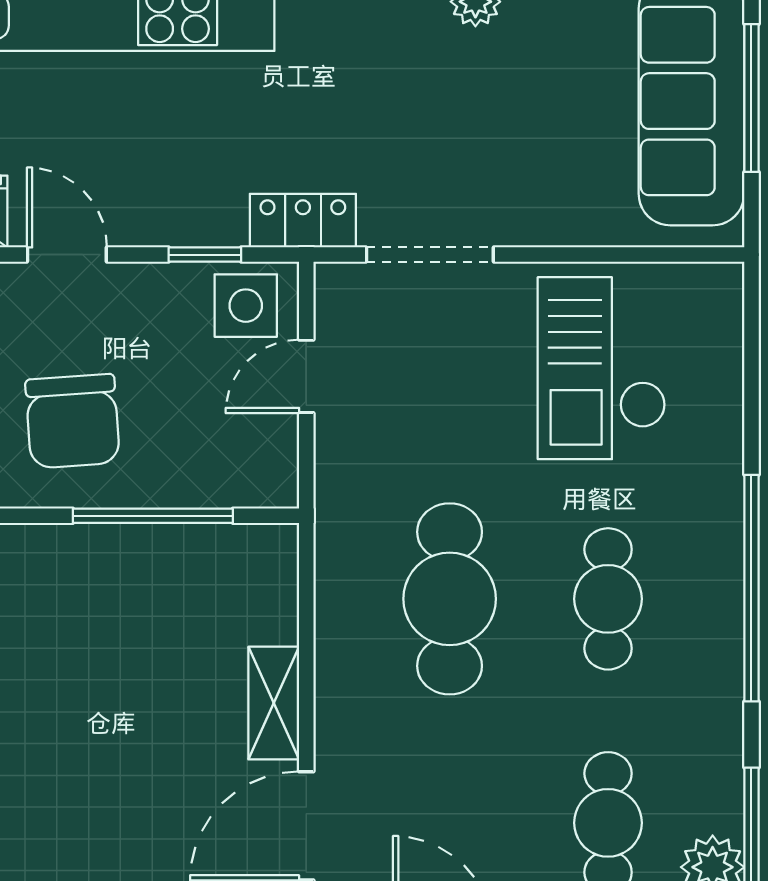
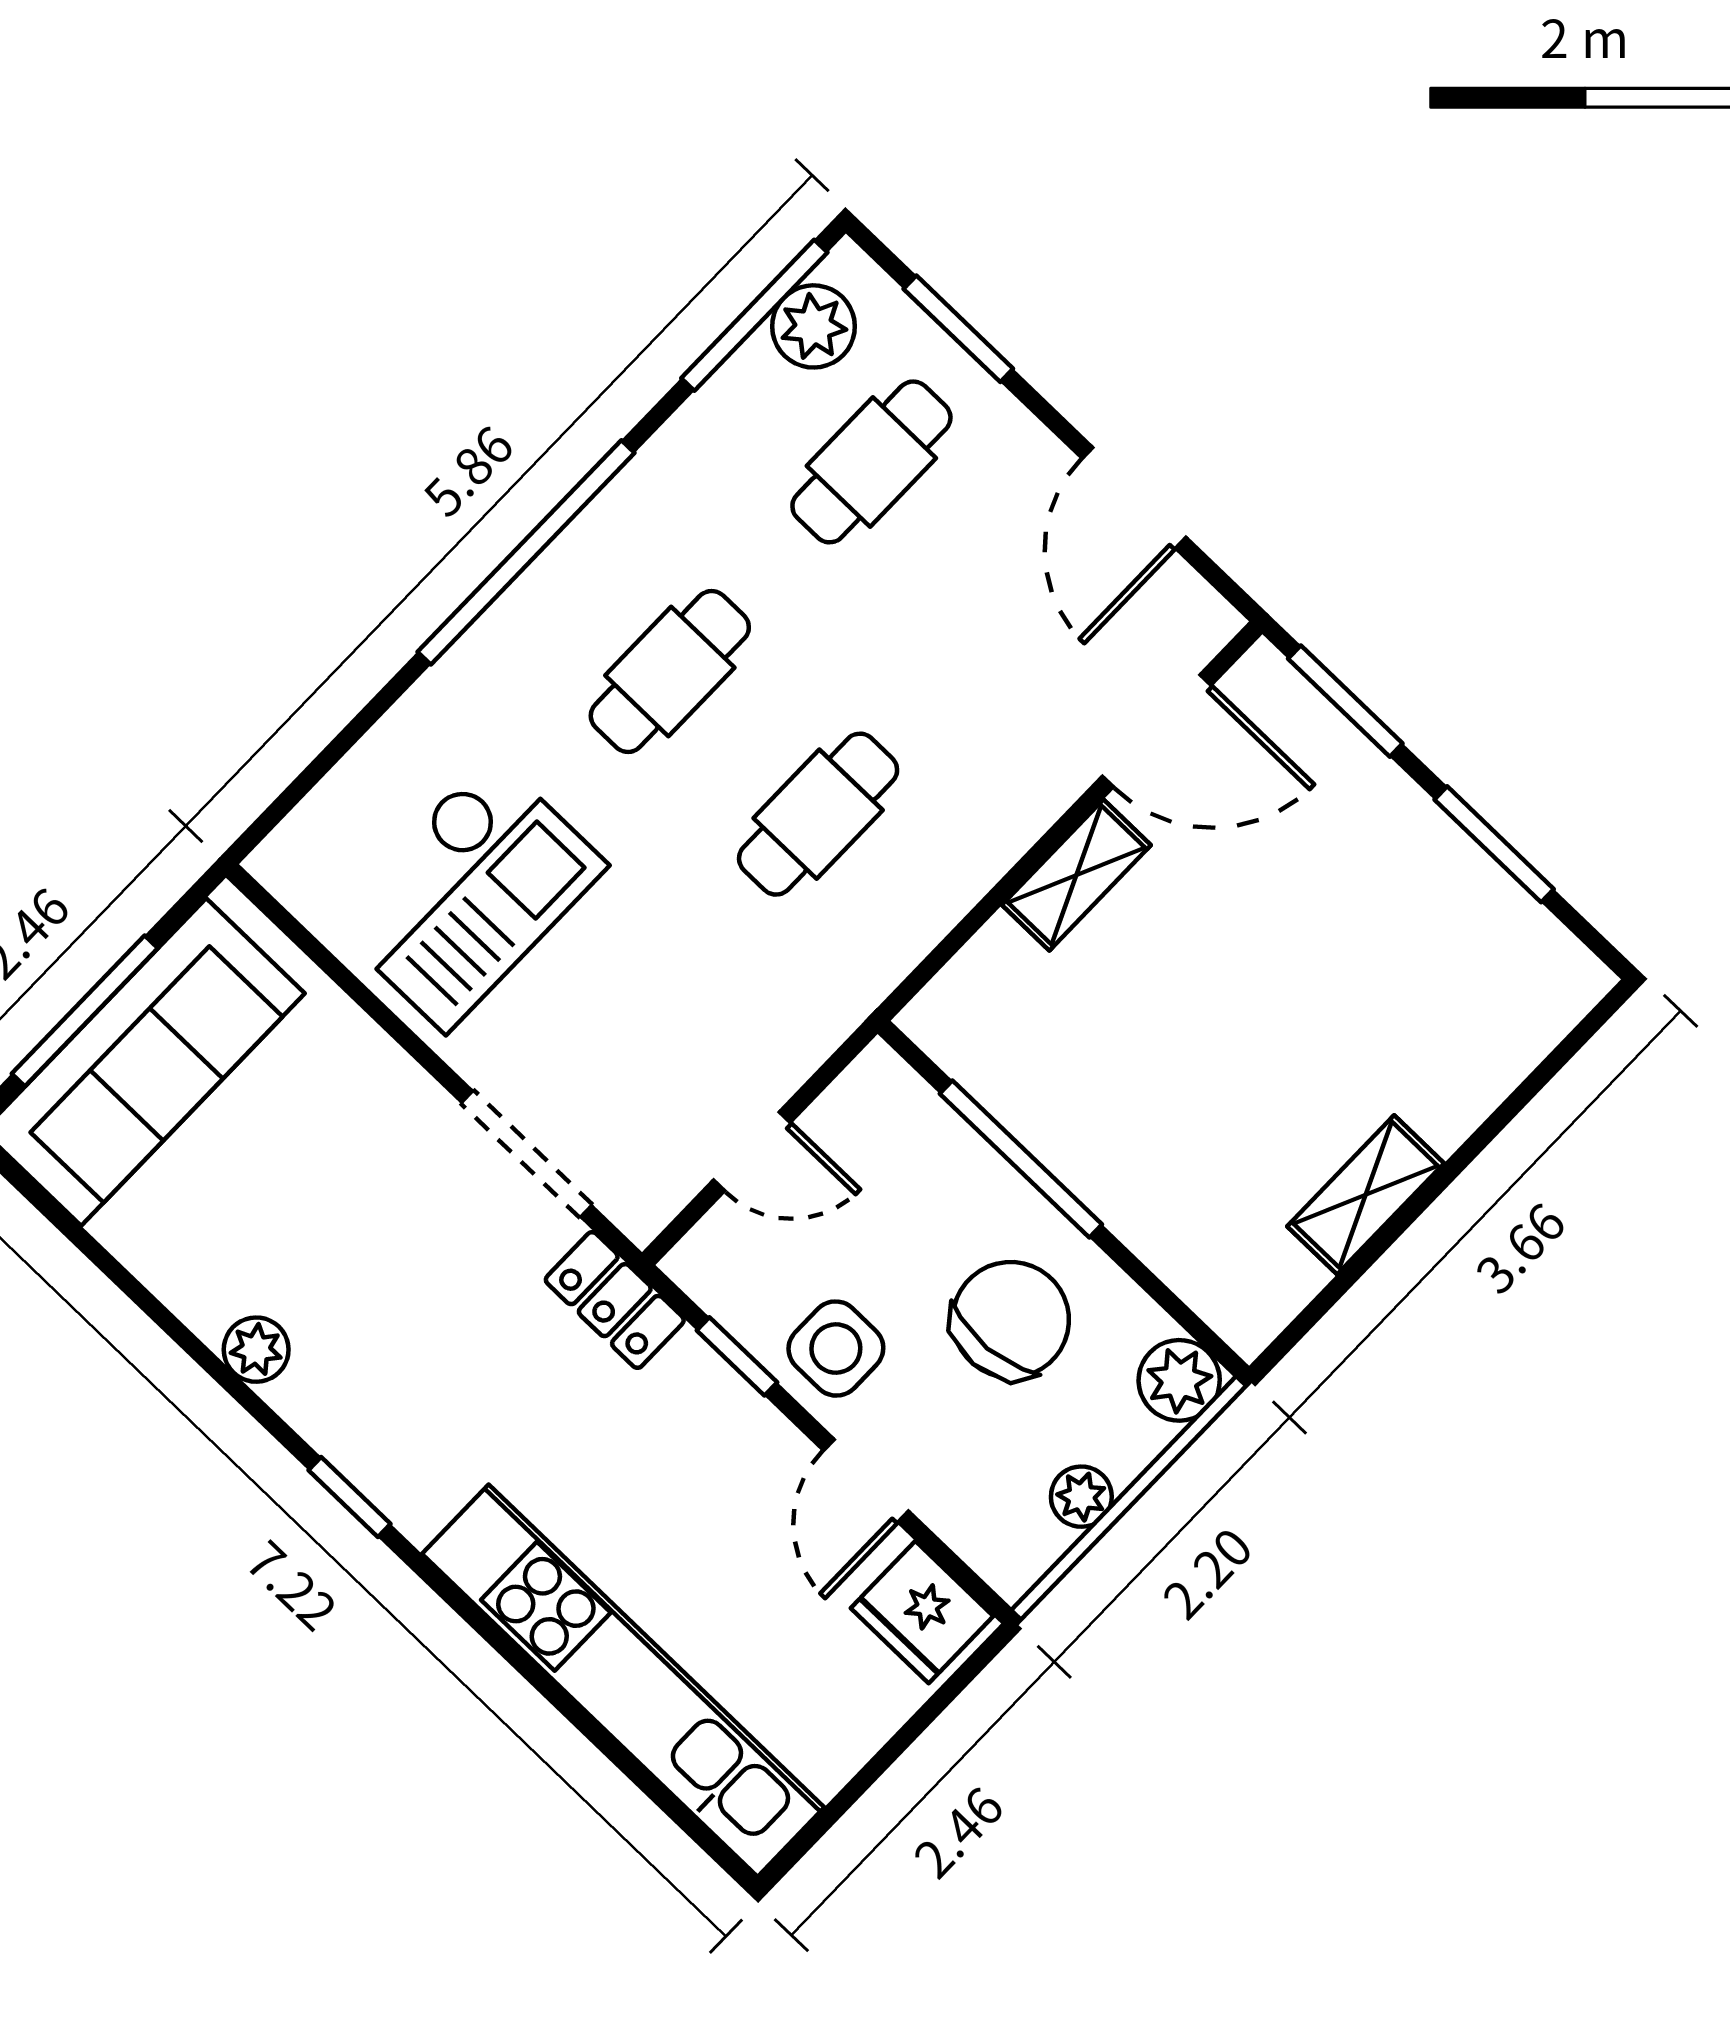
side table: (246, 306) -> (836, 1349), moved
cafe table: (450, 599) -> (818, 814), width x0.73, depth x0.74

